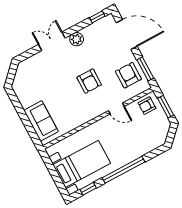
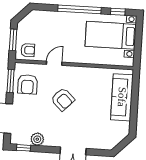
plant: (77, 39) -> (37, 139), moved
armchair: (89, 81) -> (63, 99), turned 134
door: (116, 108) -> (54, 63), hinge flipped
sofa: (41, 121) -> (122, 97), width x1.36

